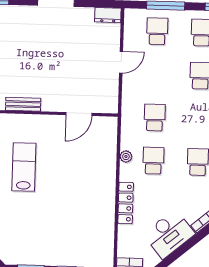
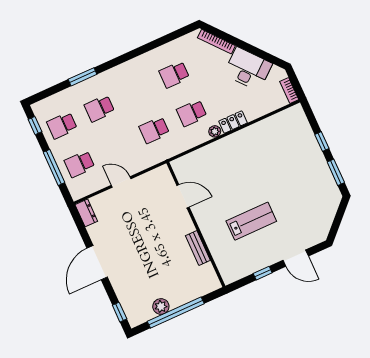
plant: (126, 157) -> (215, 131), moved
lab bench: (24, 167) -> (251, 221), turned 180
locker: (126, 203) -> (233, 122), width x0.66

